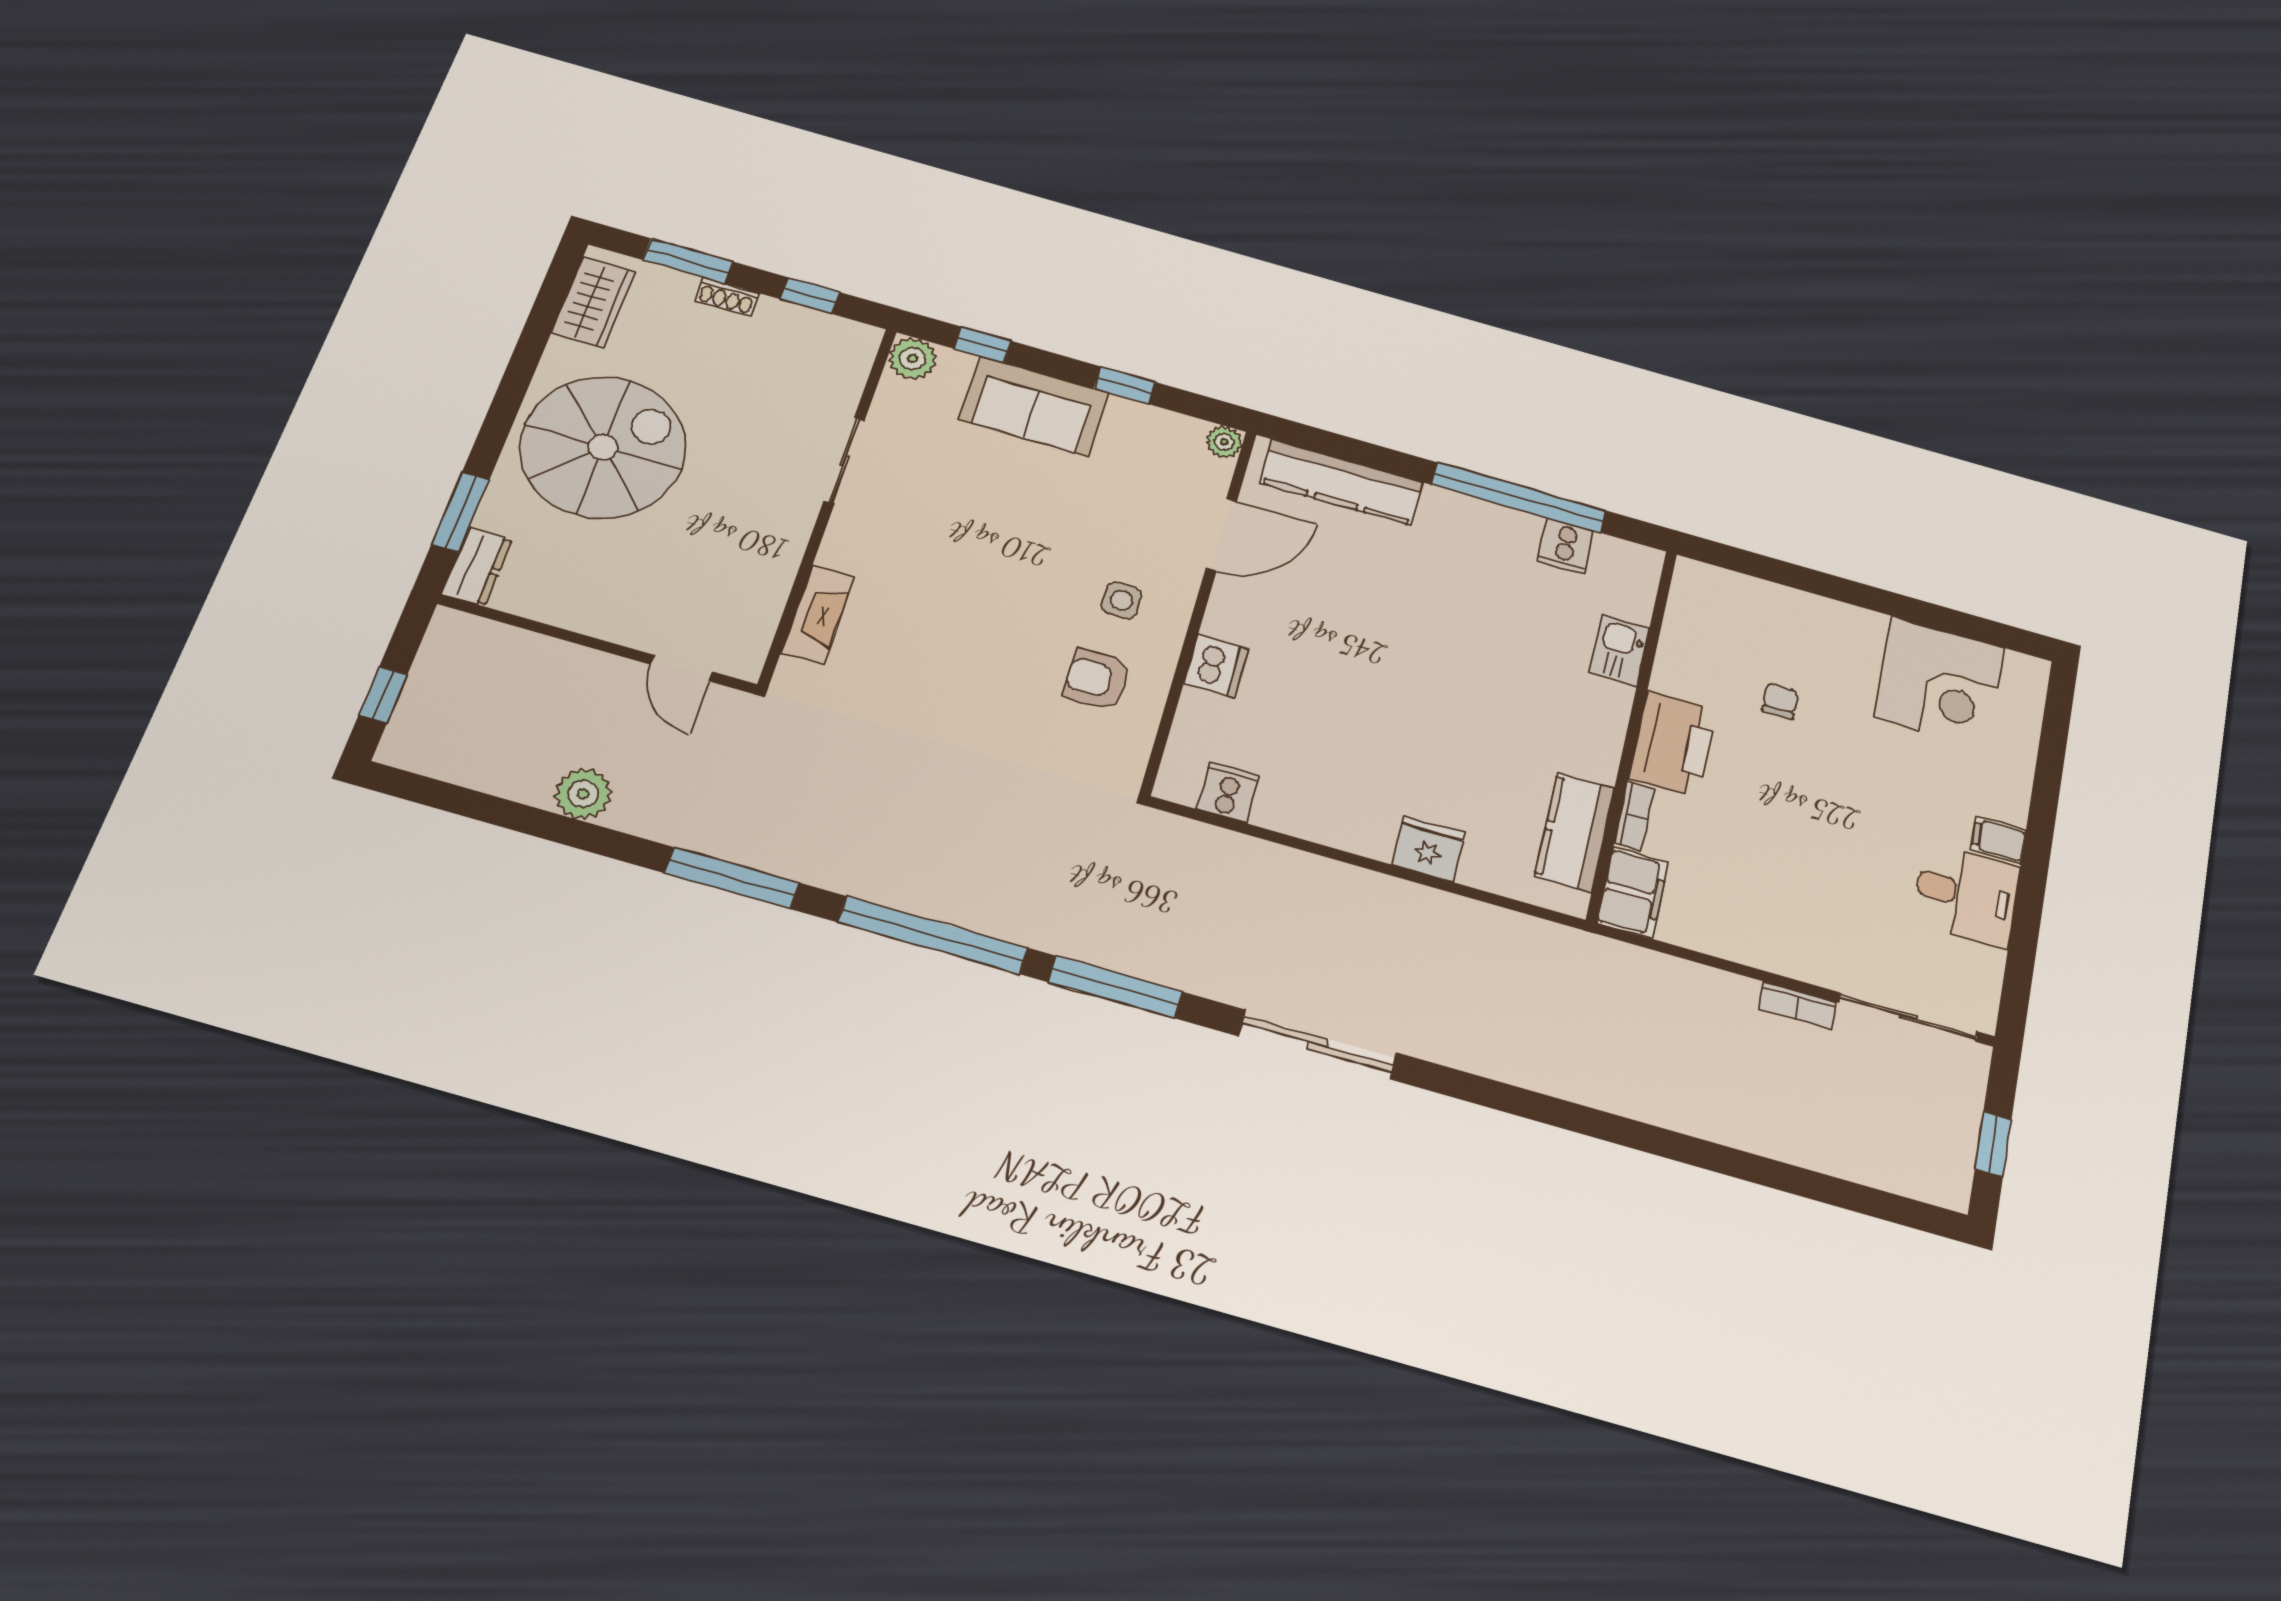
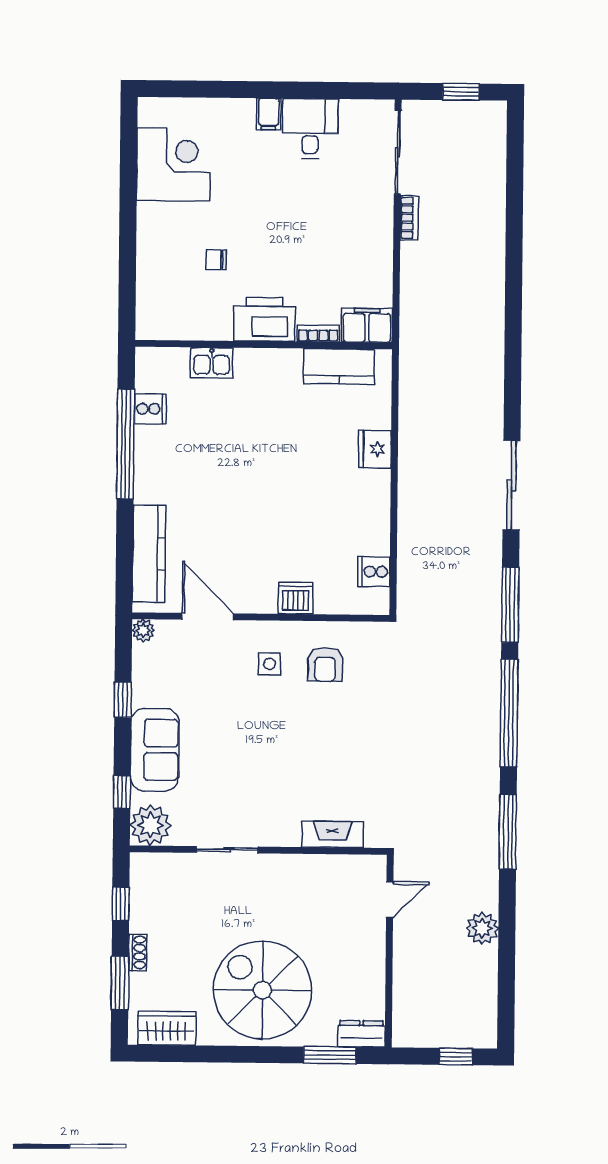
plant: (913, 358) -> (150, 825), width x1.36, depth x1.36

